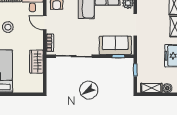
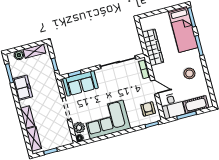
wardrobe: (36, 62) -> (153, 47), width x1.50

